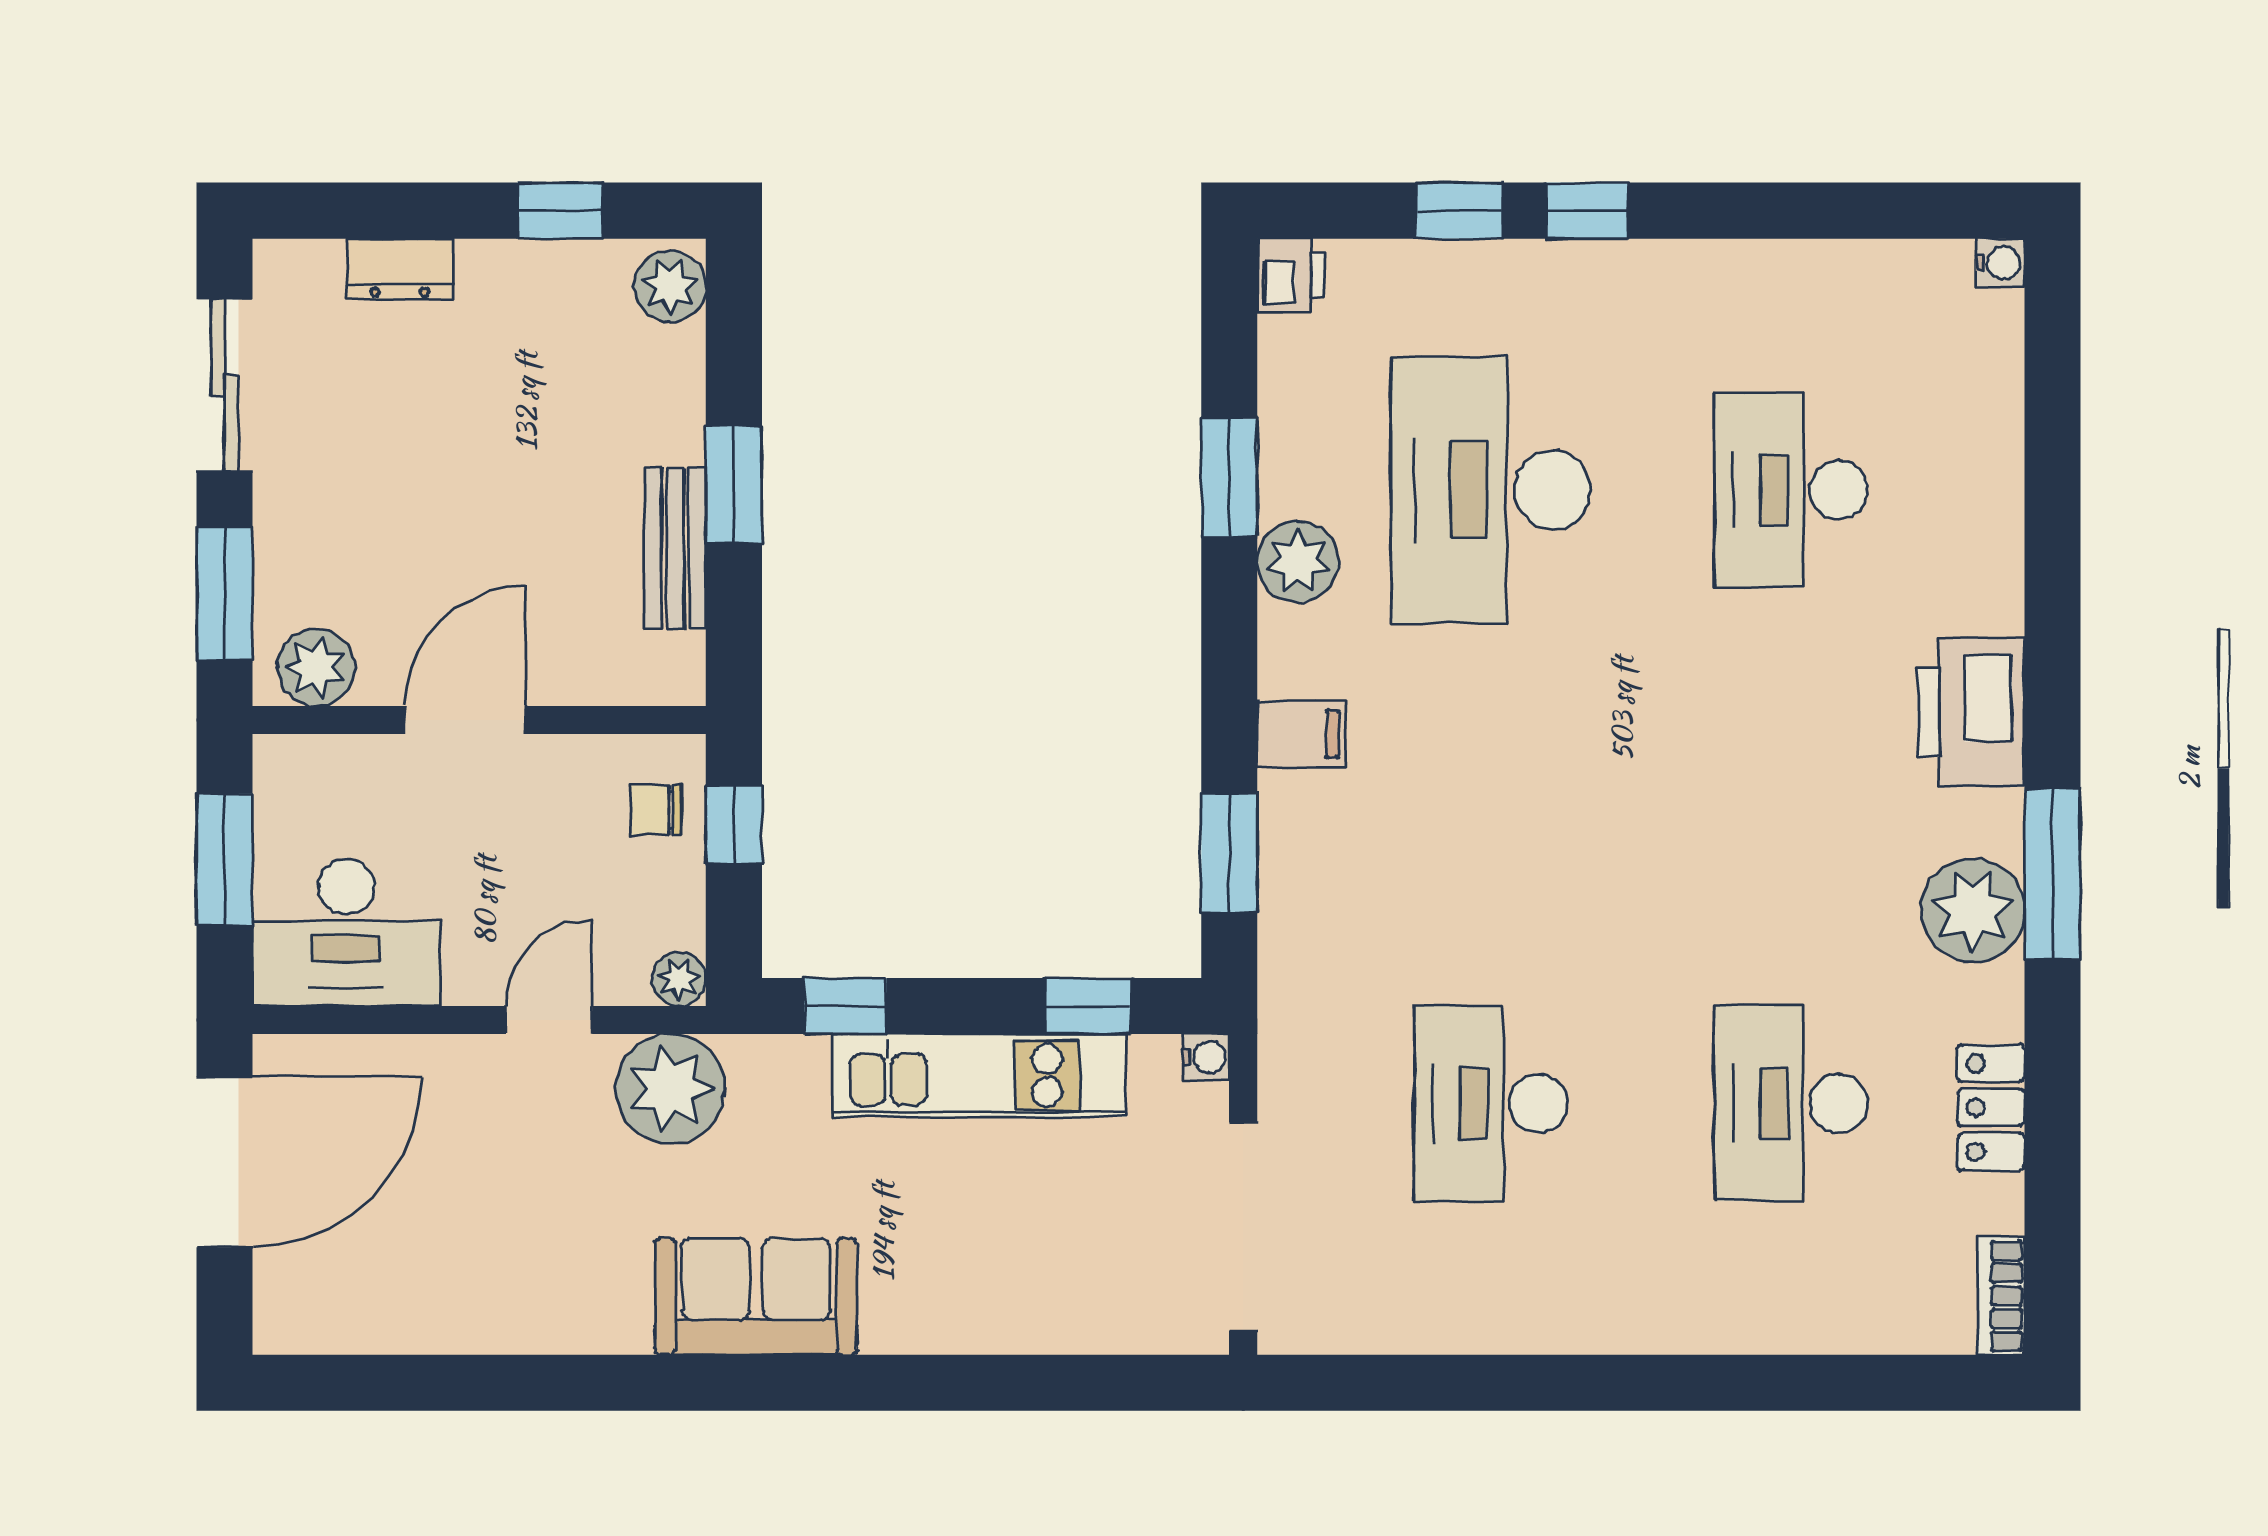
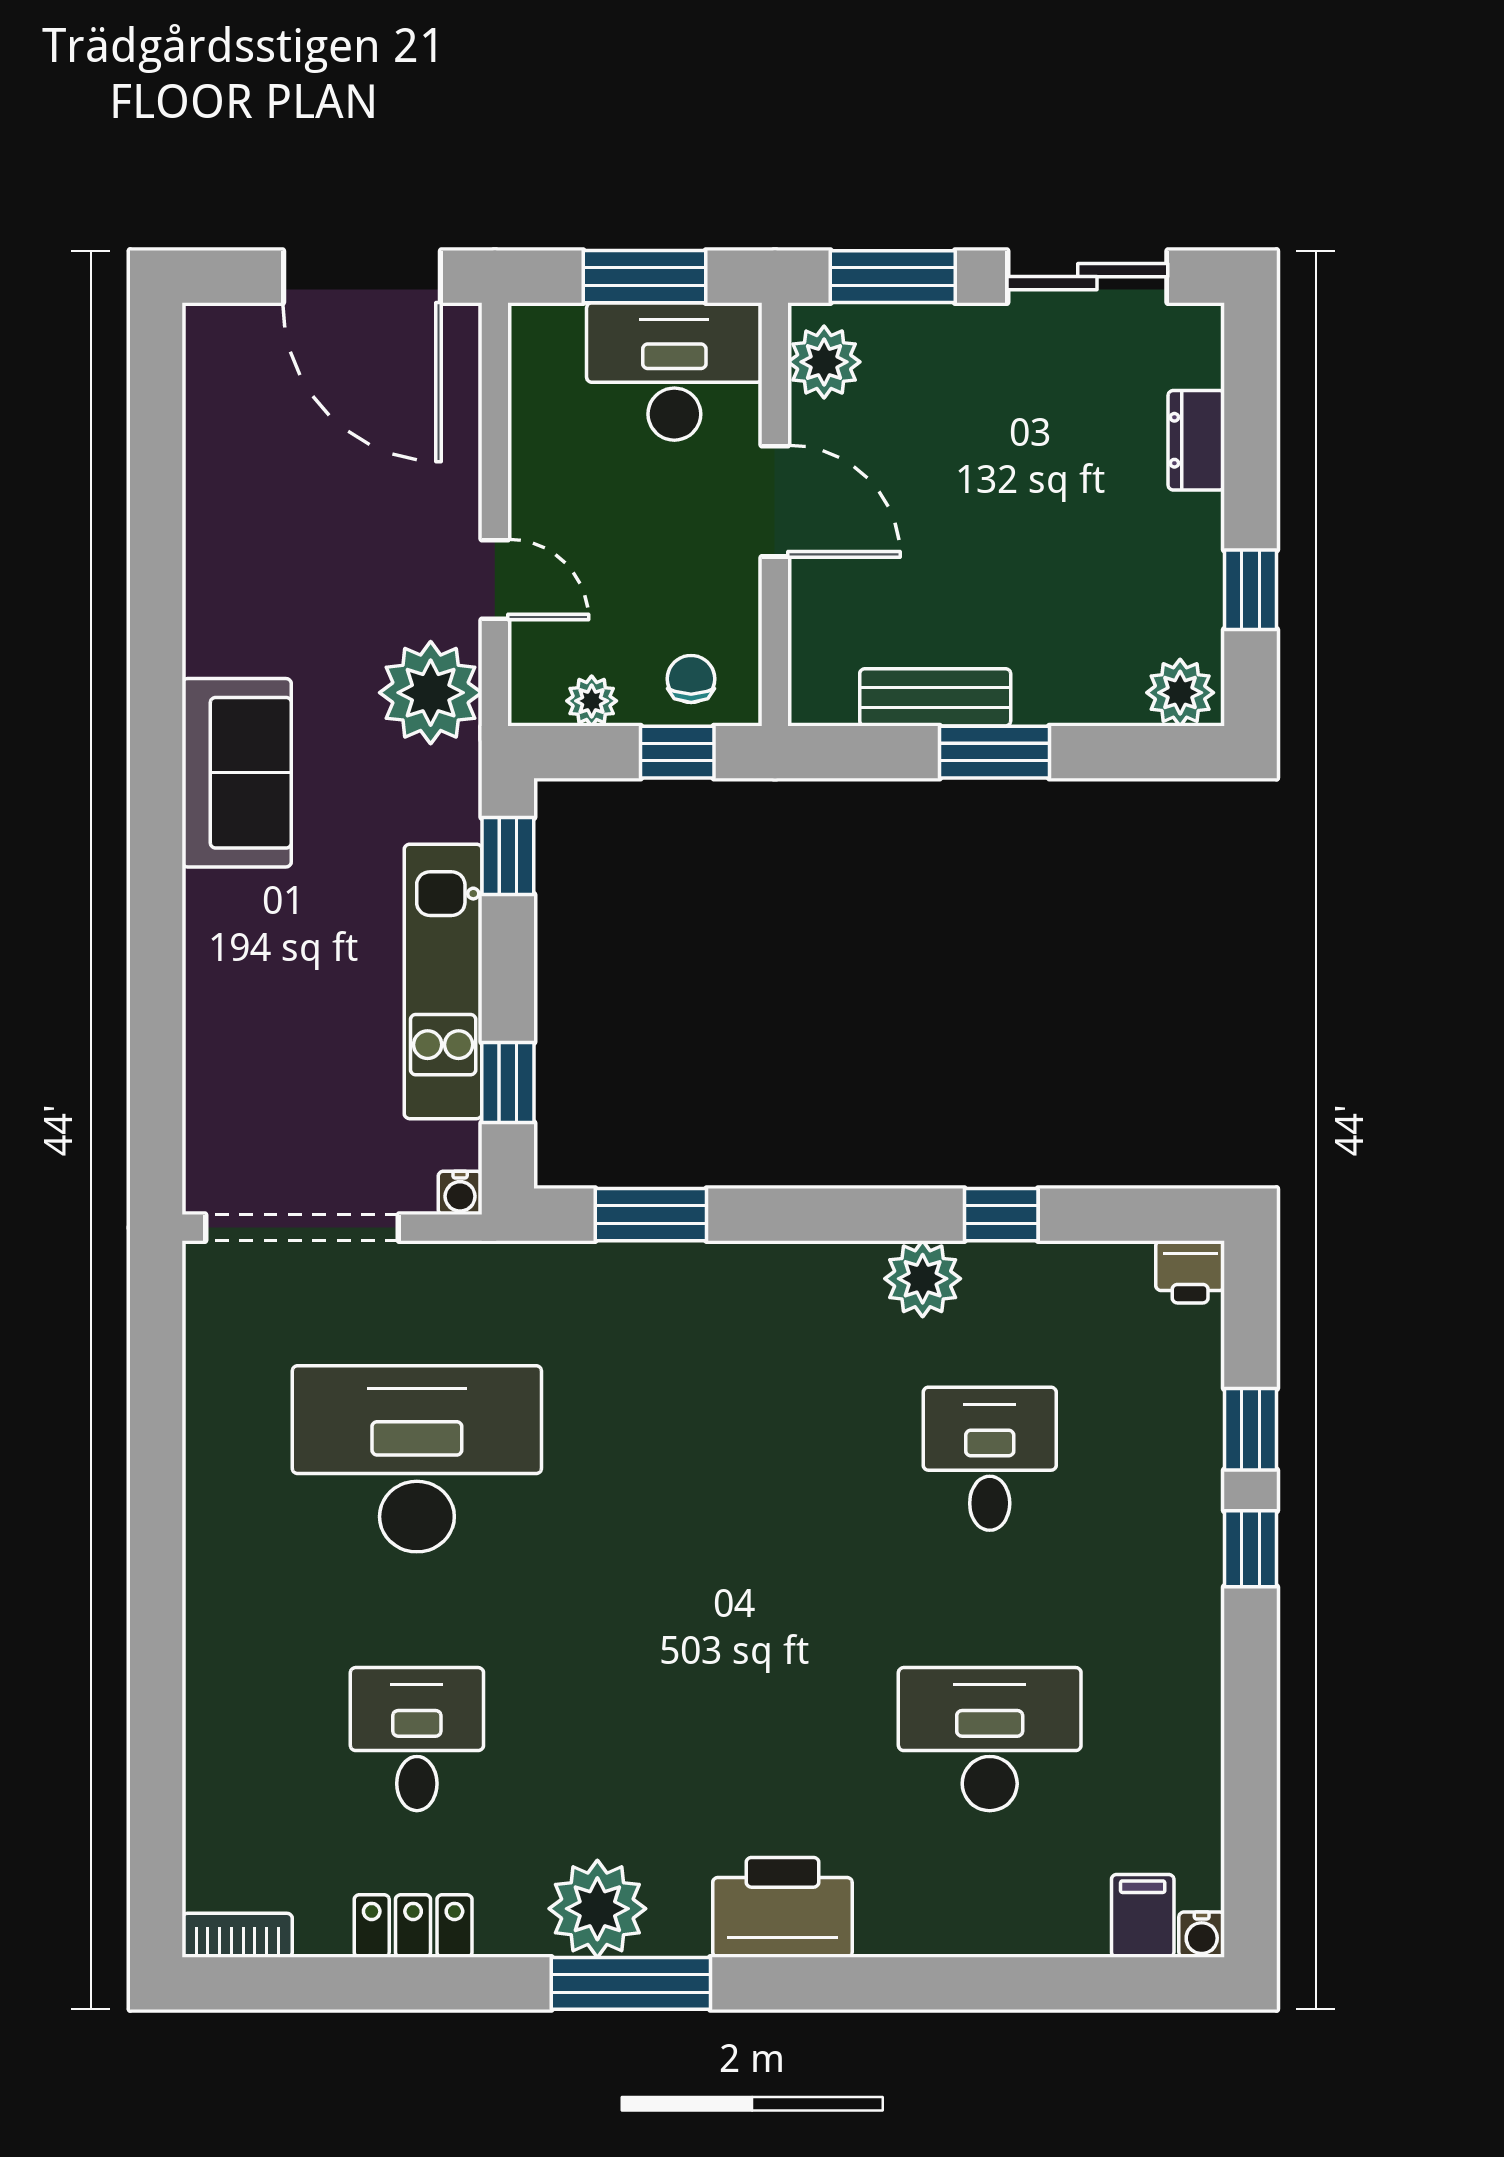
window: (1229, 477) -> (1001, 1215), width x0.67
desk: (1491, 490) -> (990, 1459), width x0.53, depth x0.77
filing cabinet: (1302, 734) -> (1143, 1916), moved, turned 180
desk: (346, 932) -> (674, 371), moved, turned 90
plant: (679, 979) -> (592, 701), moved
desk: (1491, 1103) -> (417, 1459), width x1.36, depth x1.30
desk: (1791, 1103) -> (417, 1739), width x0.73

